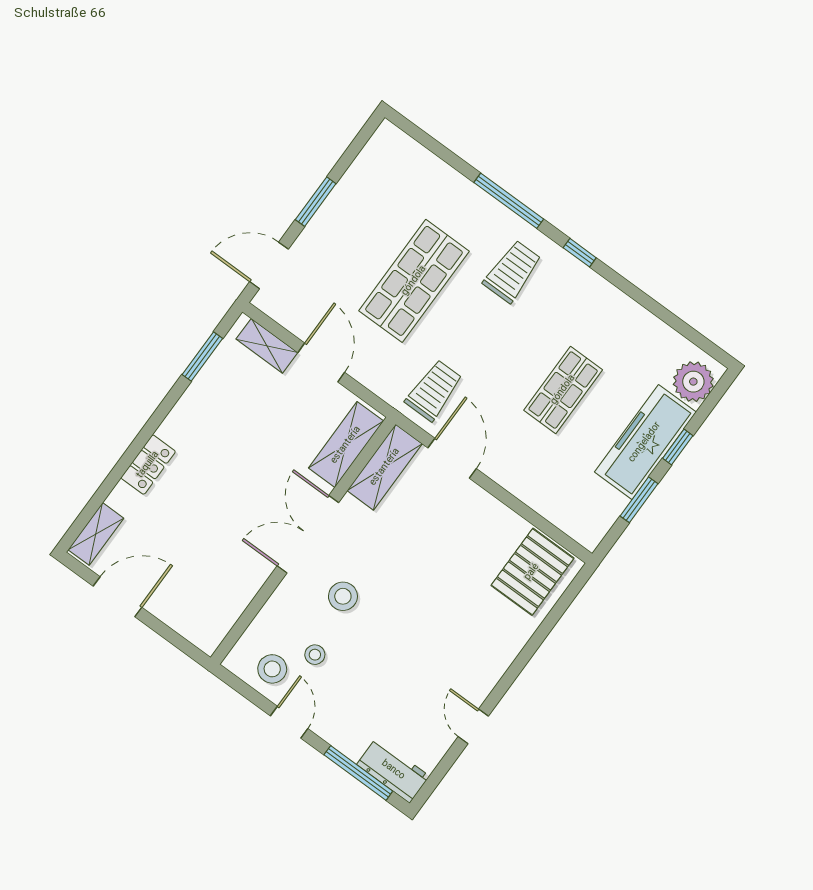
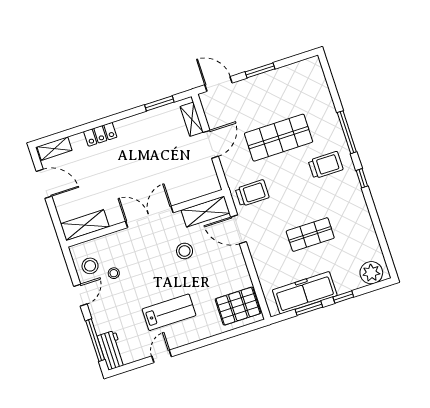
freezer: (645, 442) -> (305, 293), moved
shelving: (346, 445) -> (85, 225), moved
door: (452, 458) -> (239, 229), swing flipped
stool: (343, 596) -> (185, 251), moved
lab bench: (437, 654) -> (169, 312), added

